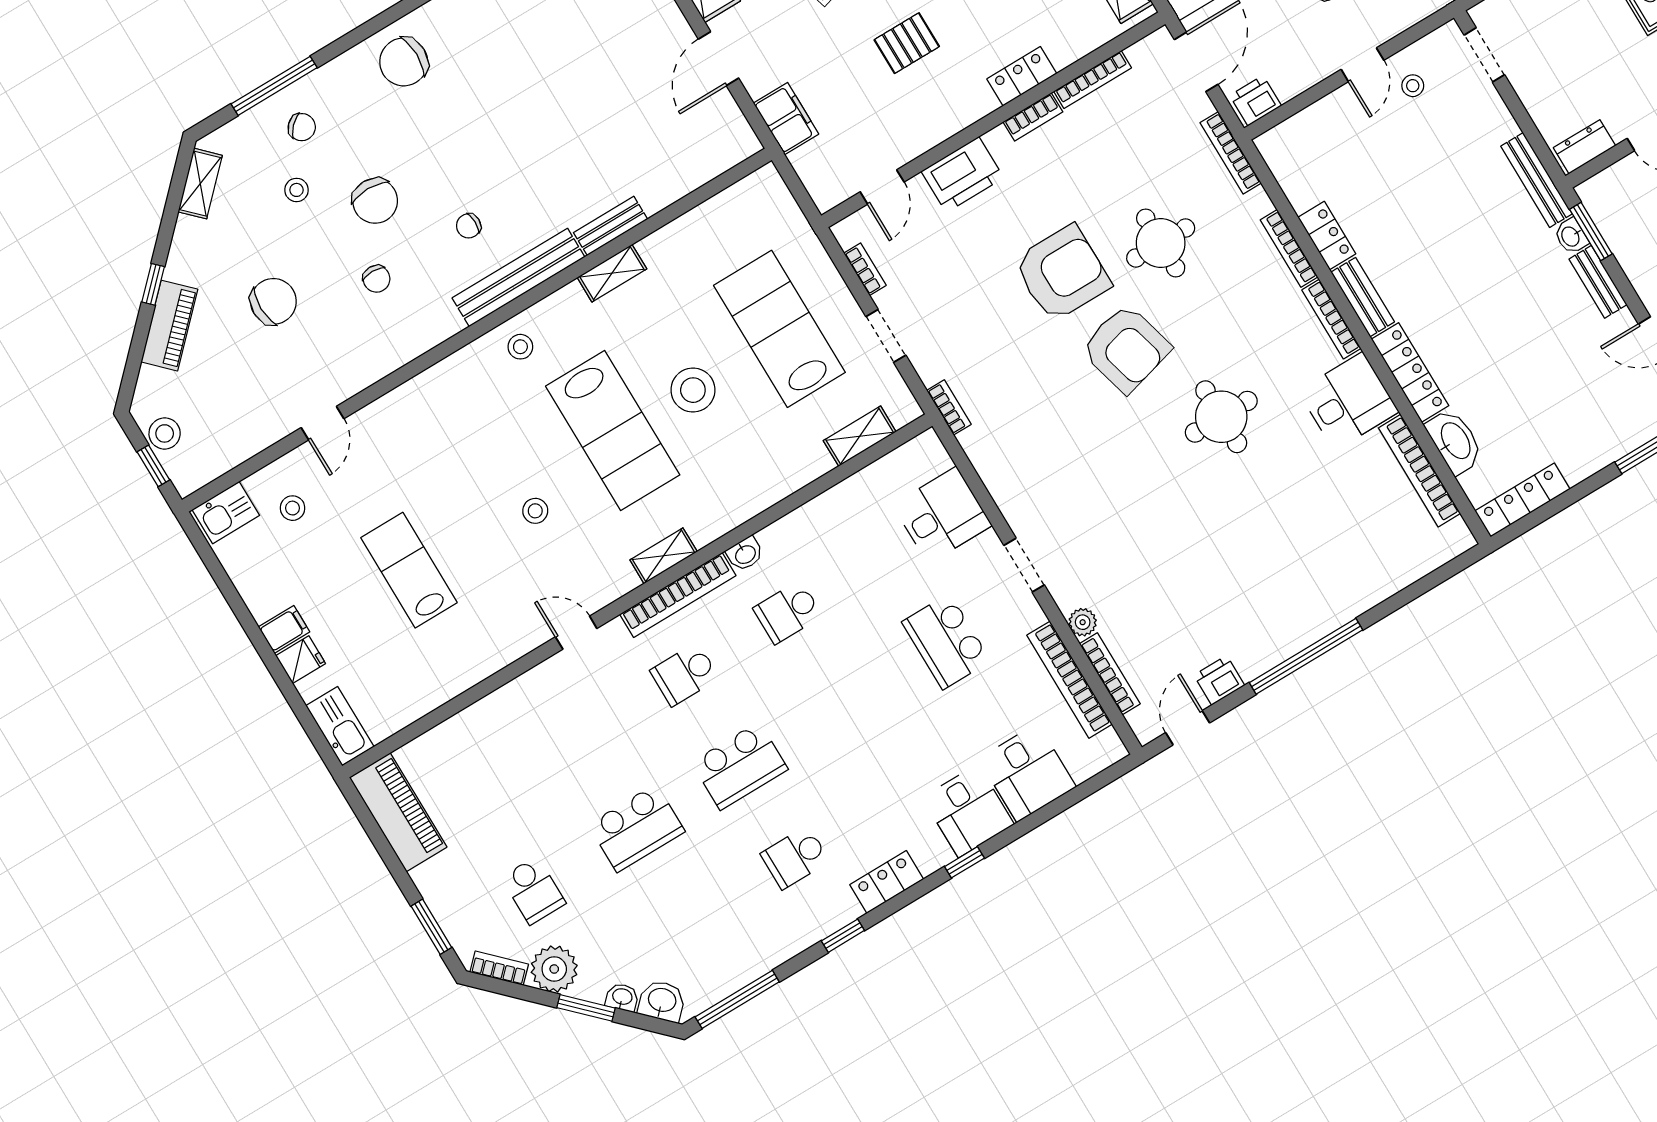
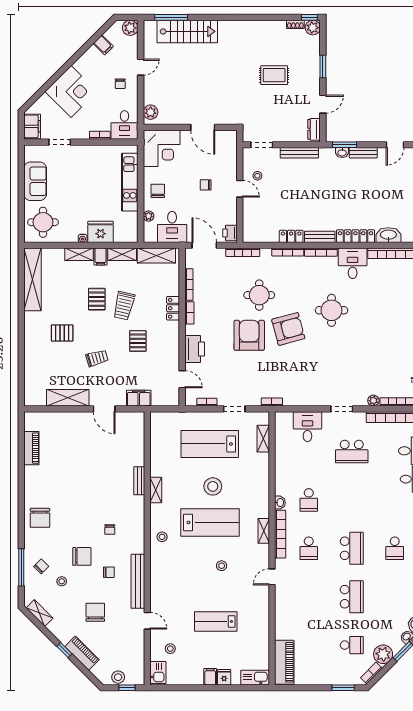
bench: (1536, 180) -> (299, 153), moved
bench: (518, 277) -> (138, 581), moved
piano: (398, 812) -> (284, 662), moved, turned 90

